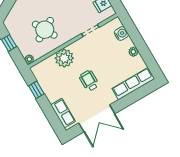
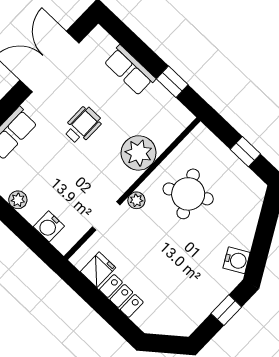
plant: (29, 59) -> (136, 200), moved
wheelchair: (89, 81) -> (82, 125), turned -90
row of seats: (63, 113) -> (130, 70), moved

